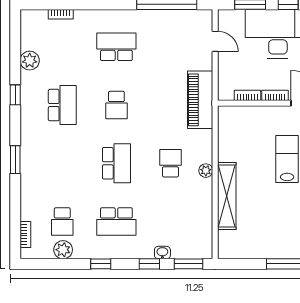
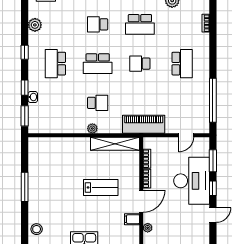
shelving: (227, 196) -> (115, 144), moved
school desk: (62, 221) -> (98, 24), moved

